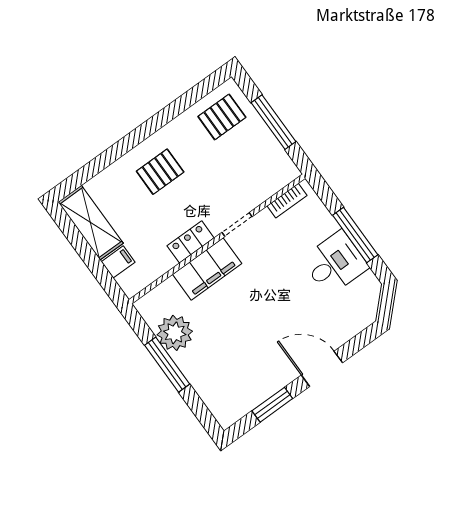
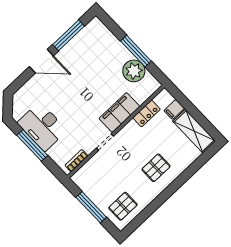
locker: (191, 242) -> (147, 113), moved
desk: (335, 263) -> (42, 126), width x1.37
window: (272, 405) -> (69, 35), width x1.44

